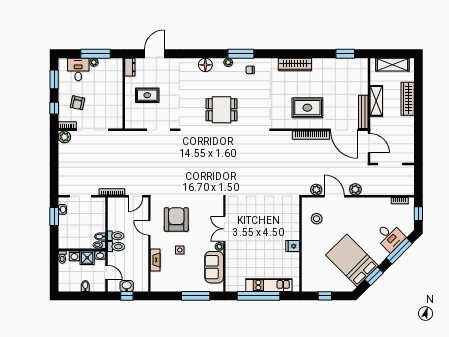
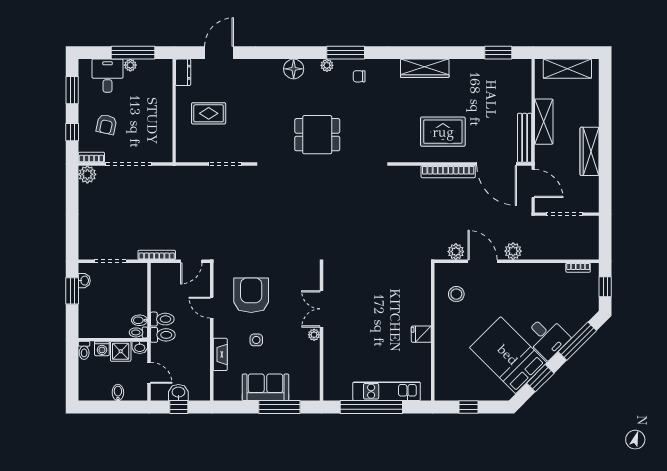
wardrobe: (408, 99) -> (590, 151), moved
desk: (390, 237) -> (547, 337), moved
sofa: (214, 267) -> (265, 387), moved, turned 90

